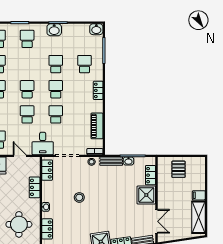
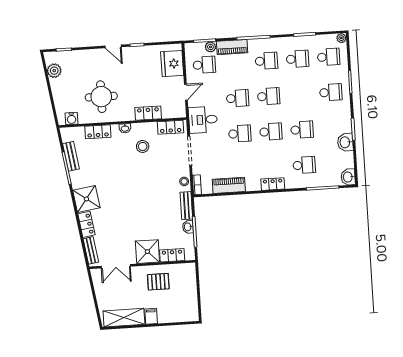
washbasin: (54, 30) -> (345, 142), moved
pallet: (179, 169) -> (158, 282), moved
stool: (79, 197) -> (143, 146), moved

